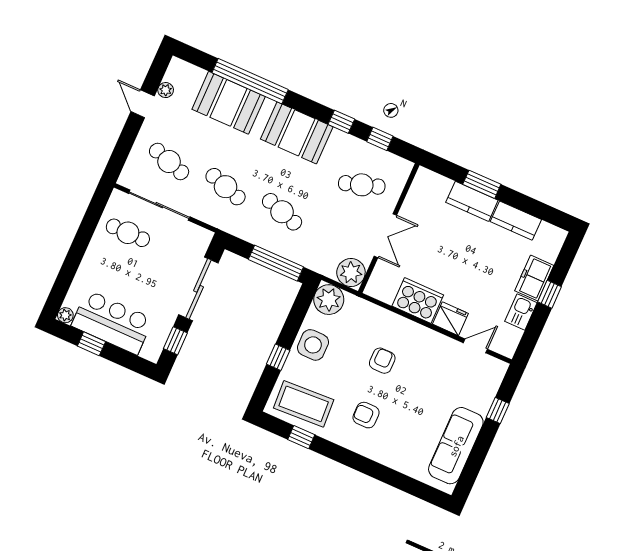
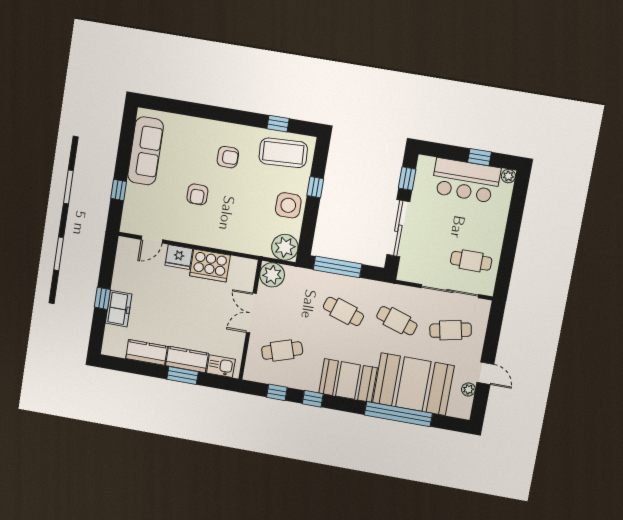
booth: (229, 103) -> (413, 384), width x1.36, depth x1.42
cafe table: (169, 161) -> (451, 330), turned -30
kitchen sink: (521, 312) -> (221, 366), moved, turned -90
armchair: (382, 361) -> (197, 194), moved

